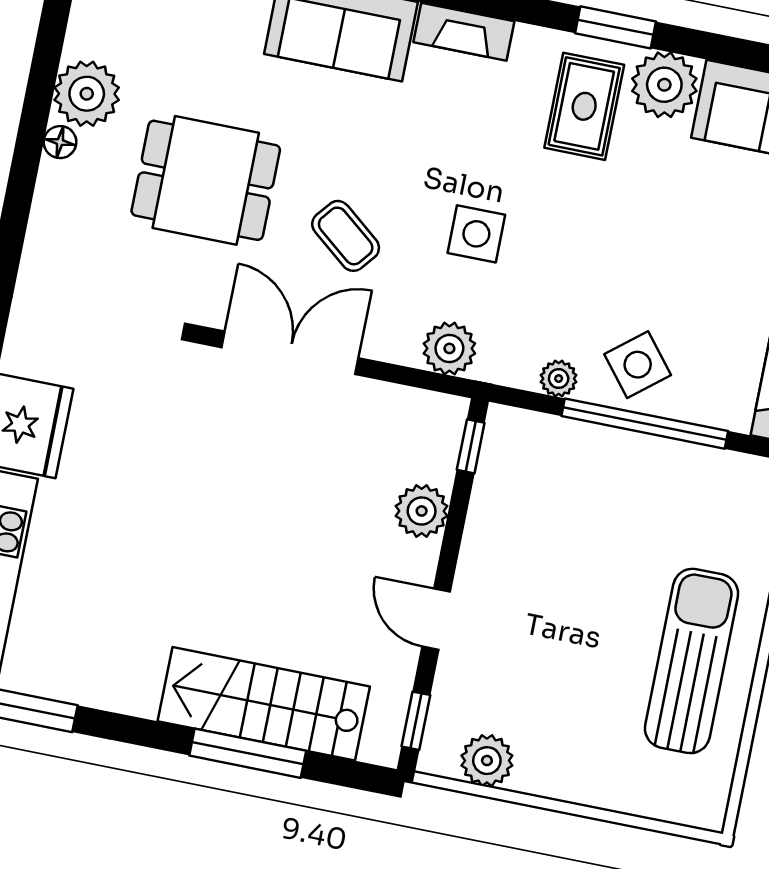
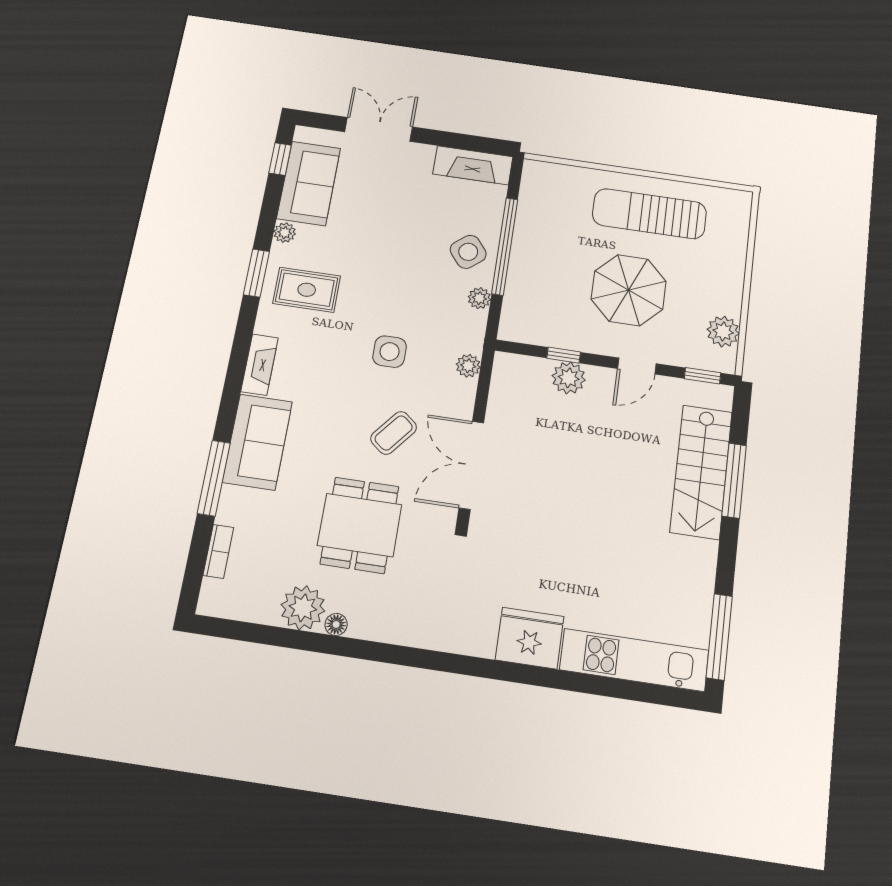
plant: (664, 85) -> (285, 233), width x0.53, depth x0.53
plant: (449, 348) -> (468, 366), width x0.73, depth x0.73
window: (471, 446) -> (564, 355), moved
parasol: (562, 617) -> (629, 290), added

